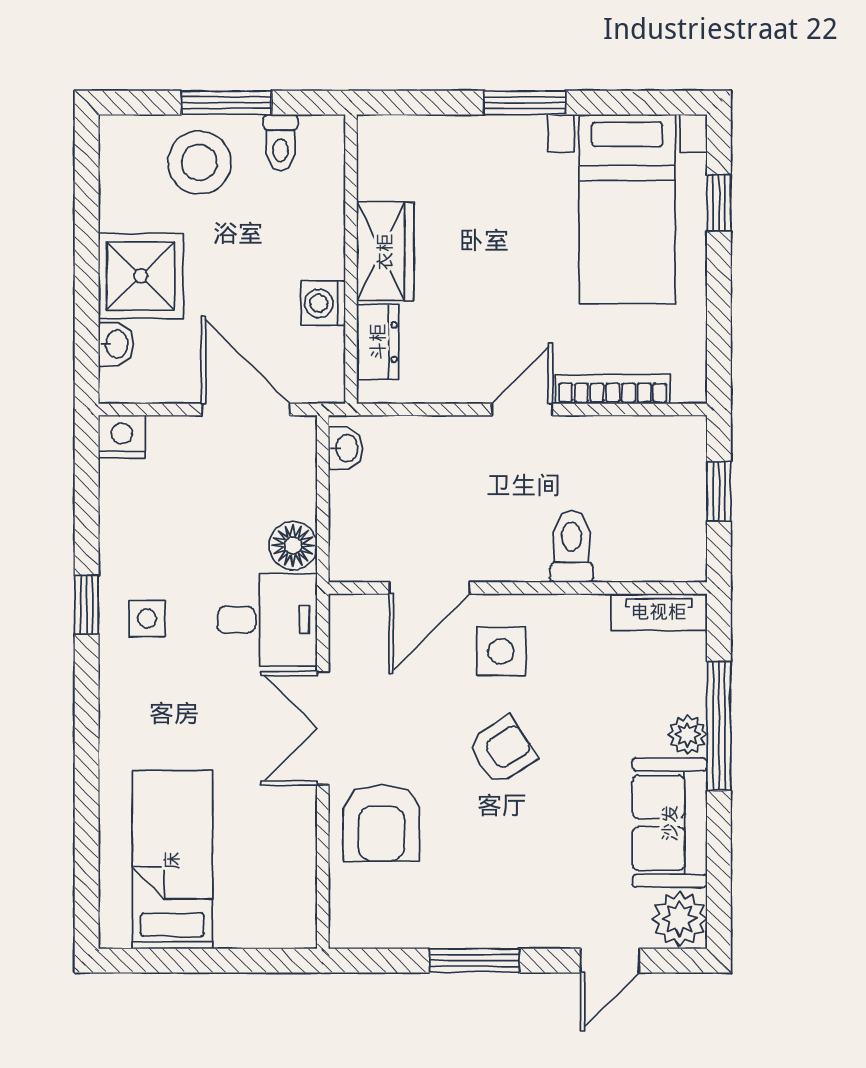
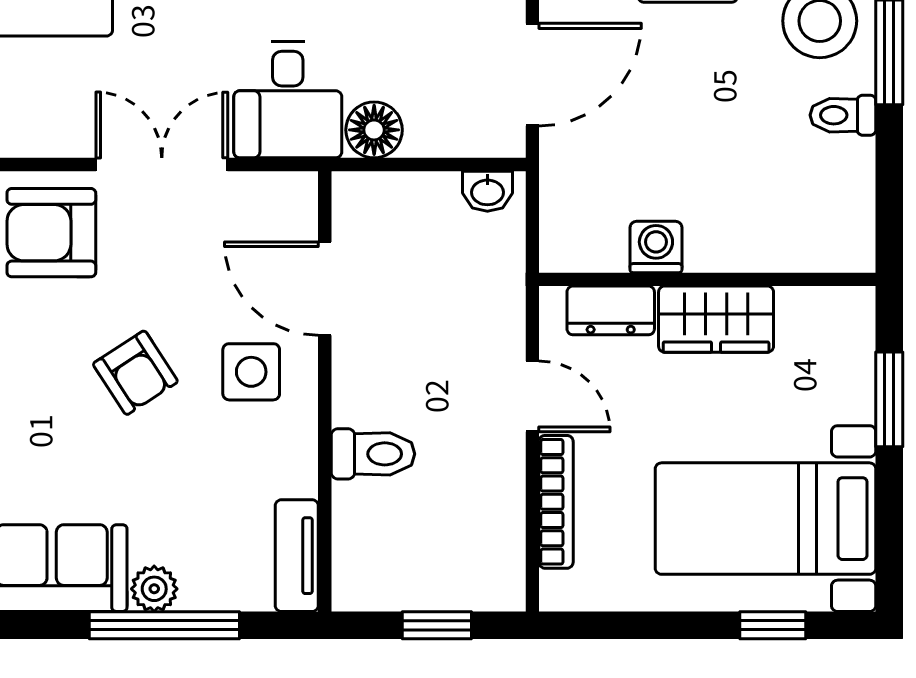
wardrobe: (385, 252) -> (716, 319), moved
wall: (351, 259) -> (707, 279), moved
washing machine: (323, 303) -> (656, 247), moved
dresser: (378, 342) -> (611, 310), moved

